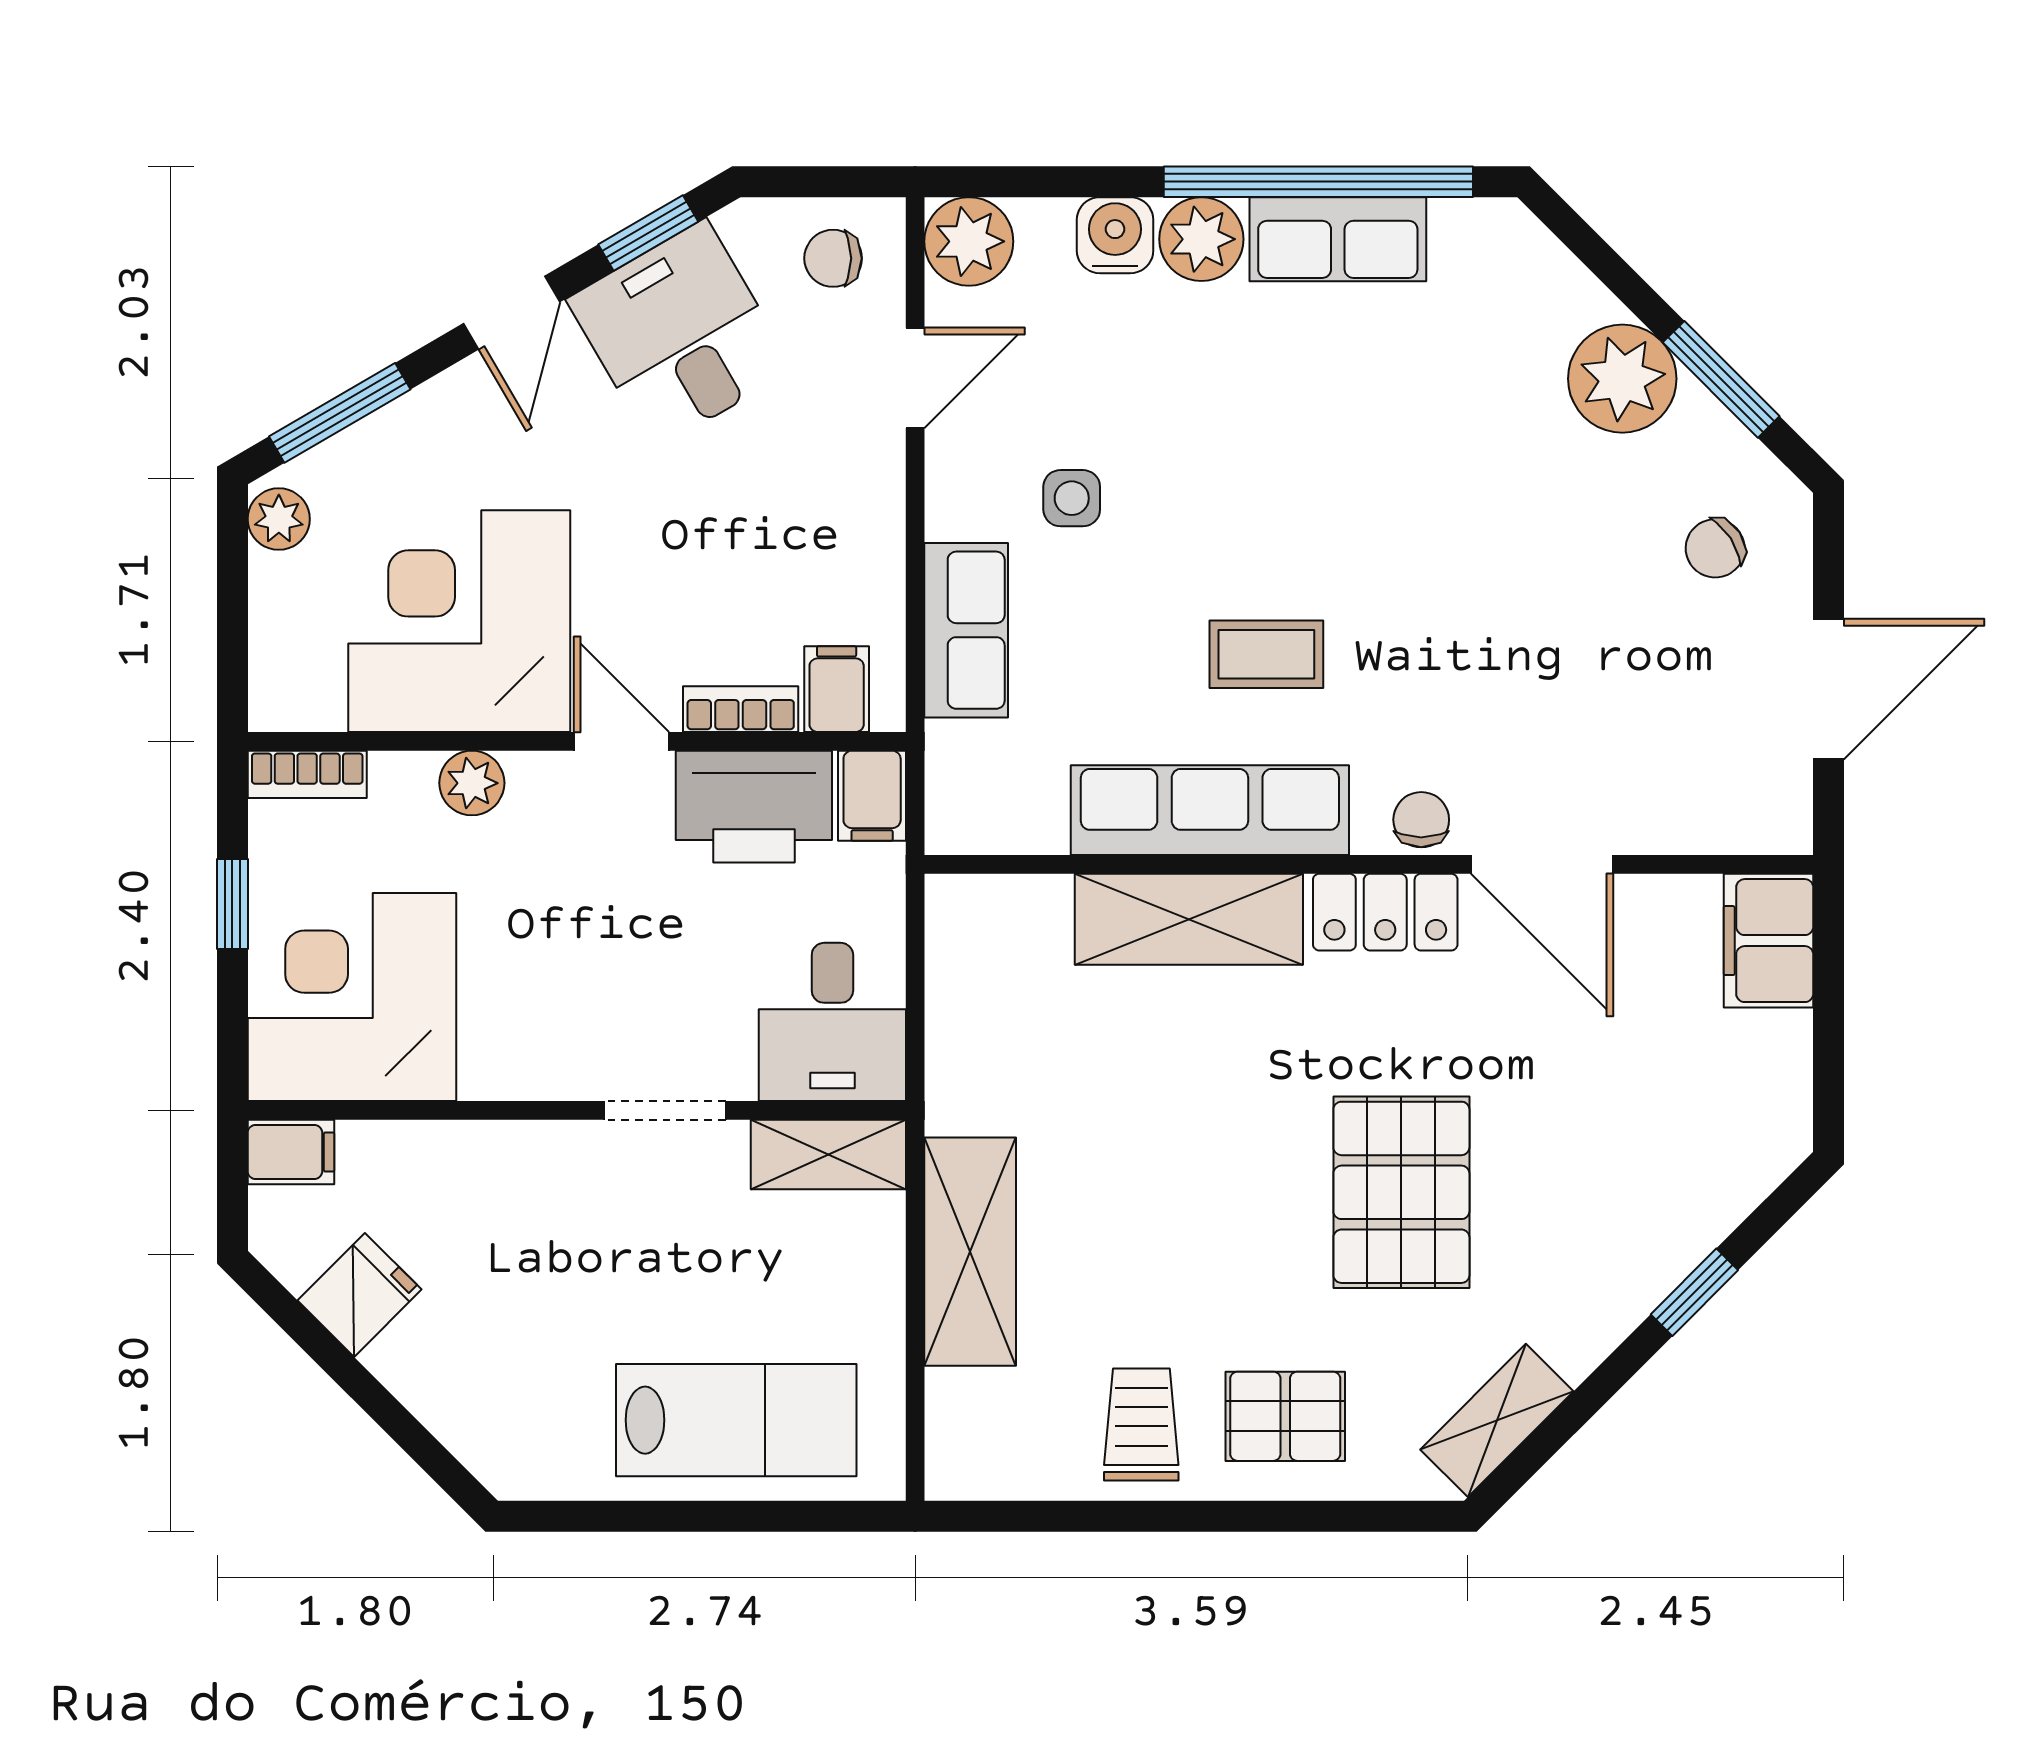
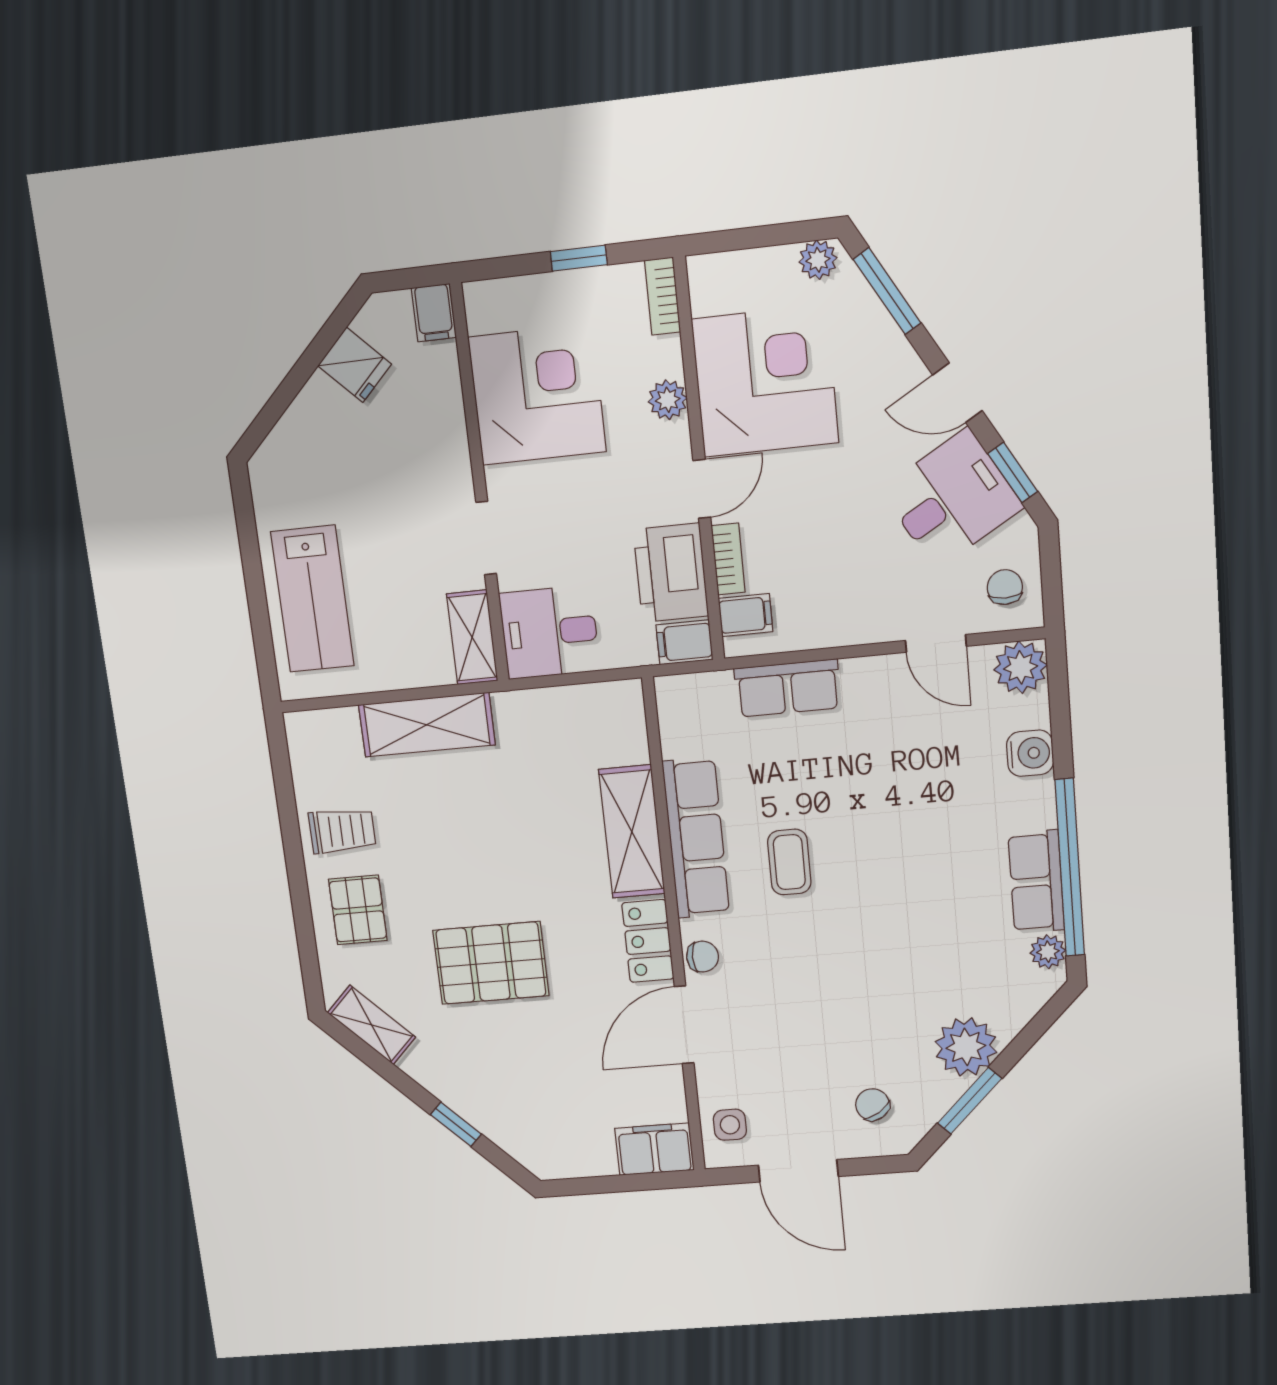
plant: (1201, 239) -> (1048, 952), moved, width x0.73, depth x0.73
side table: (1072, 498) -> (730, 1125), moved
corner desk: (352, 997) -> (537, 395), moved

